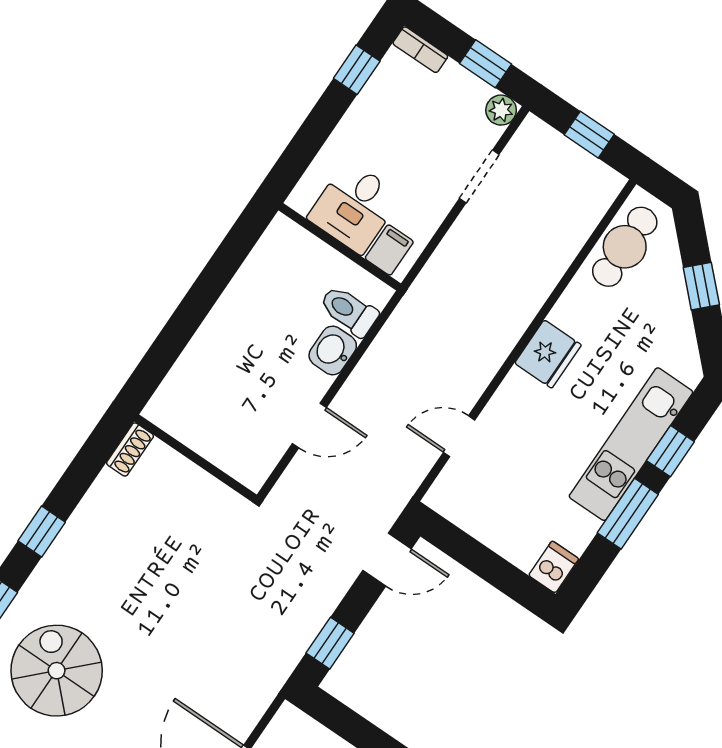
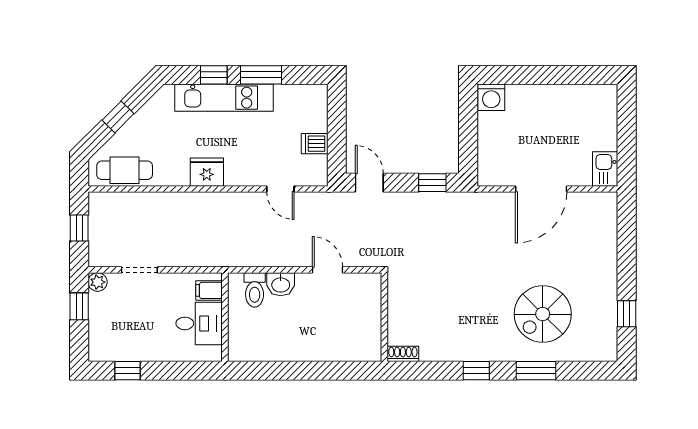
bookcase: (420, 50) -> (95, 345), removed
dishwasher: (554, 567) -> (315, 144), moved

